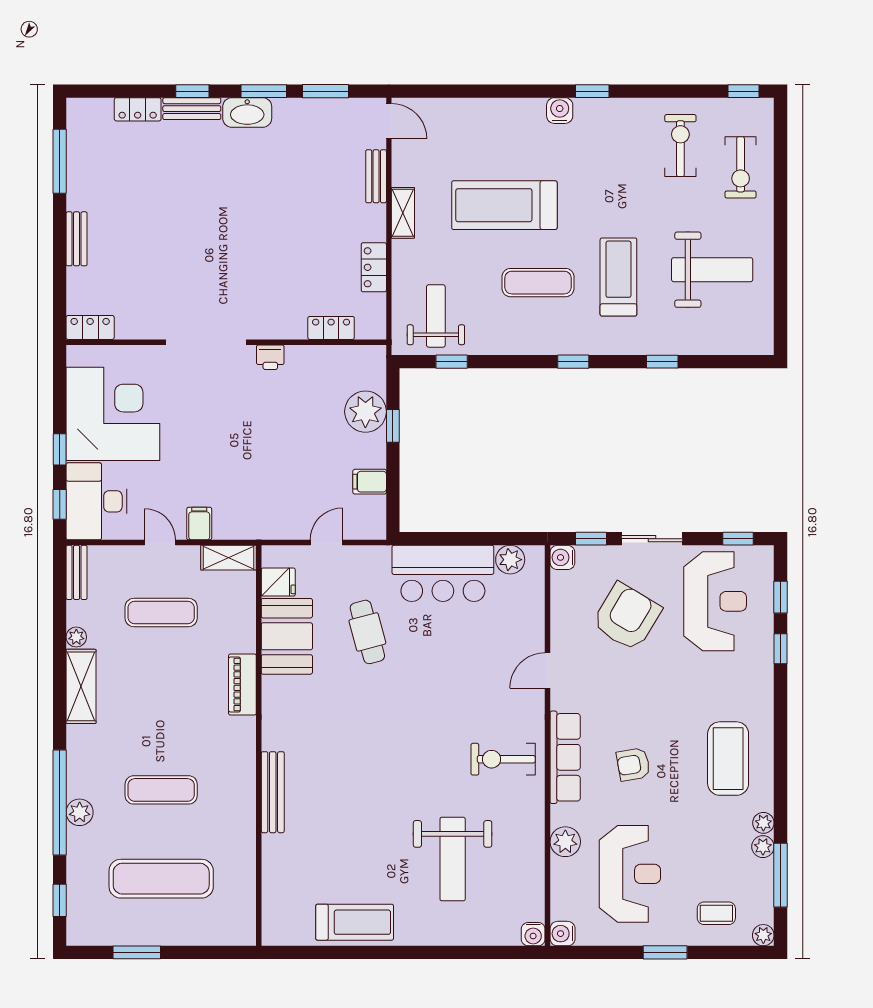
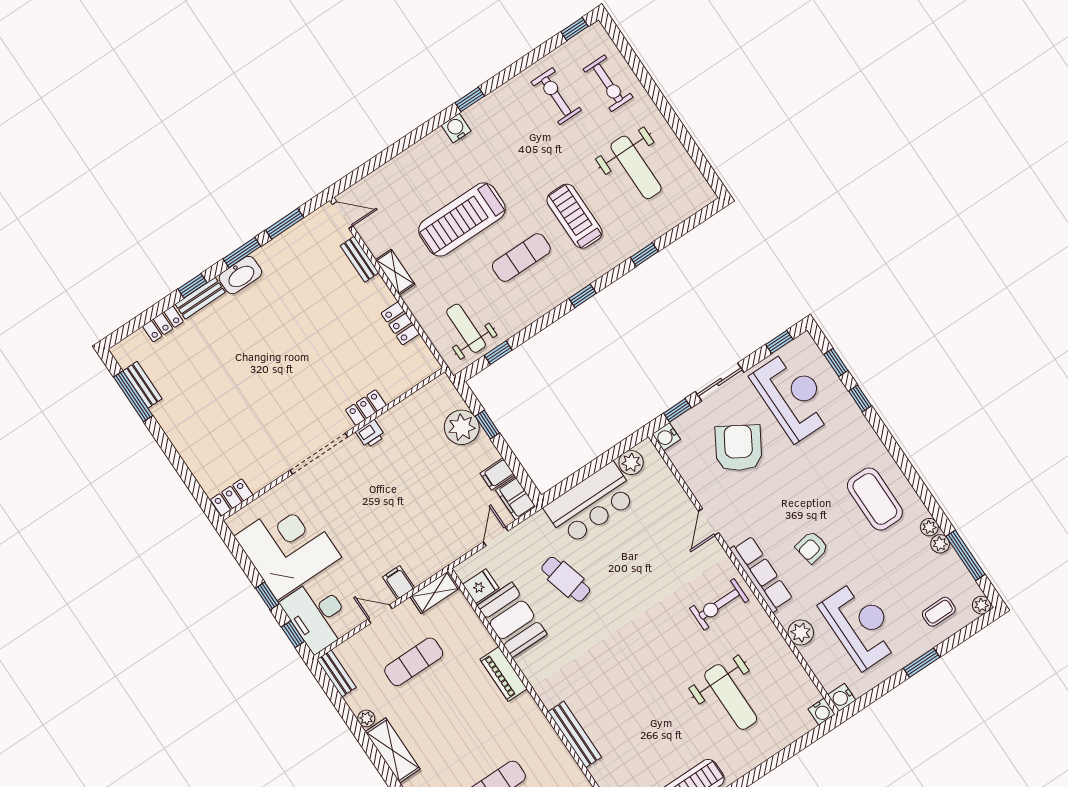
bench: (77, 239) -> (142, 385), moved
weight bench: (712, 270) -> (636, 167), turned 90
locker: (331, 328) -> (366, 408), moved
filing cabinet: (372, 518) -> (516, 498), added

